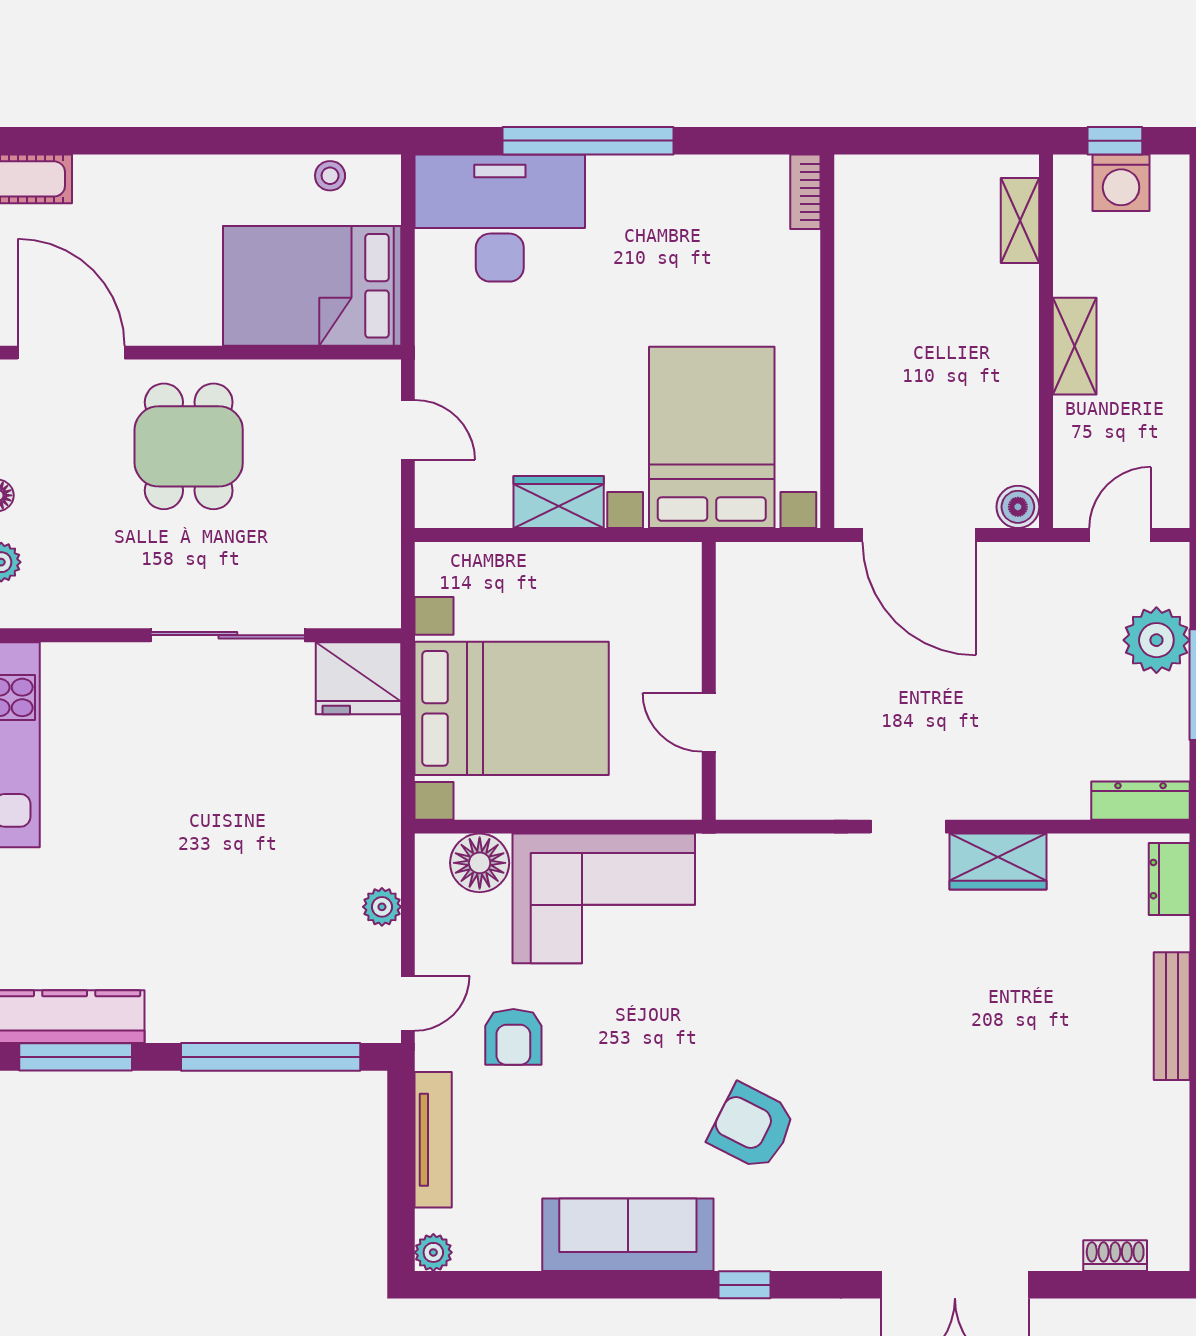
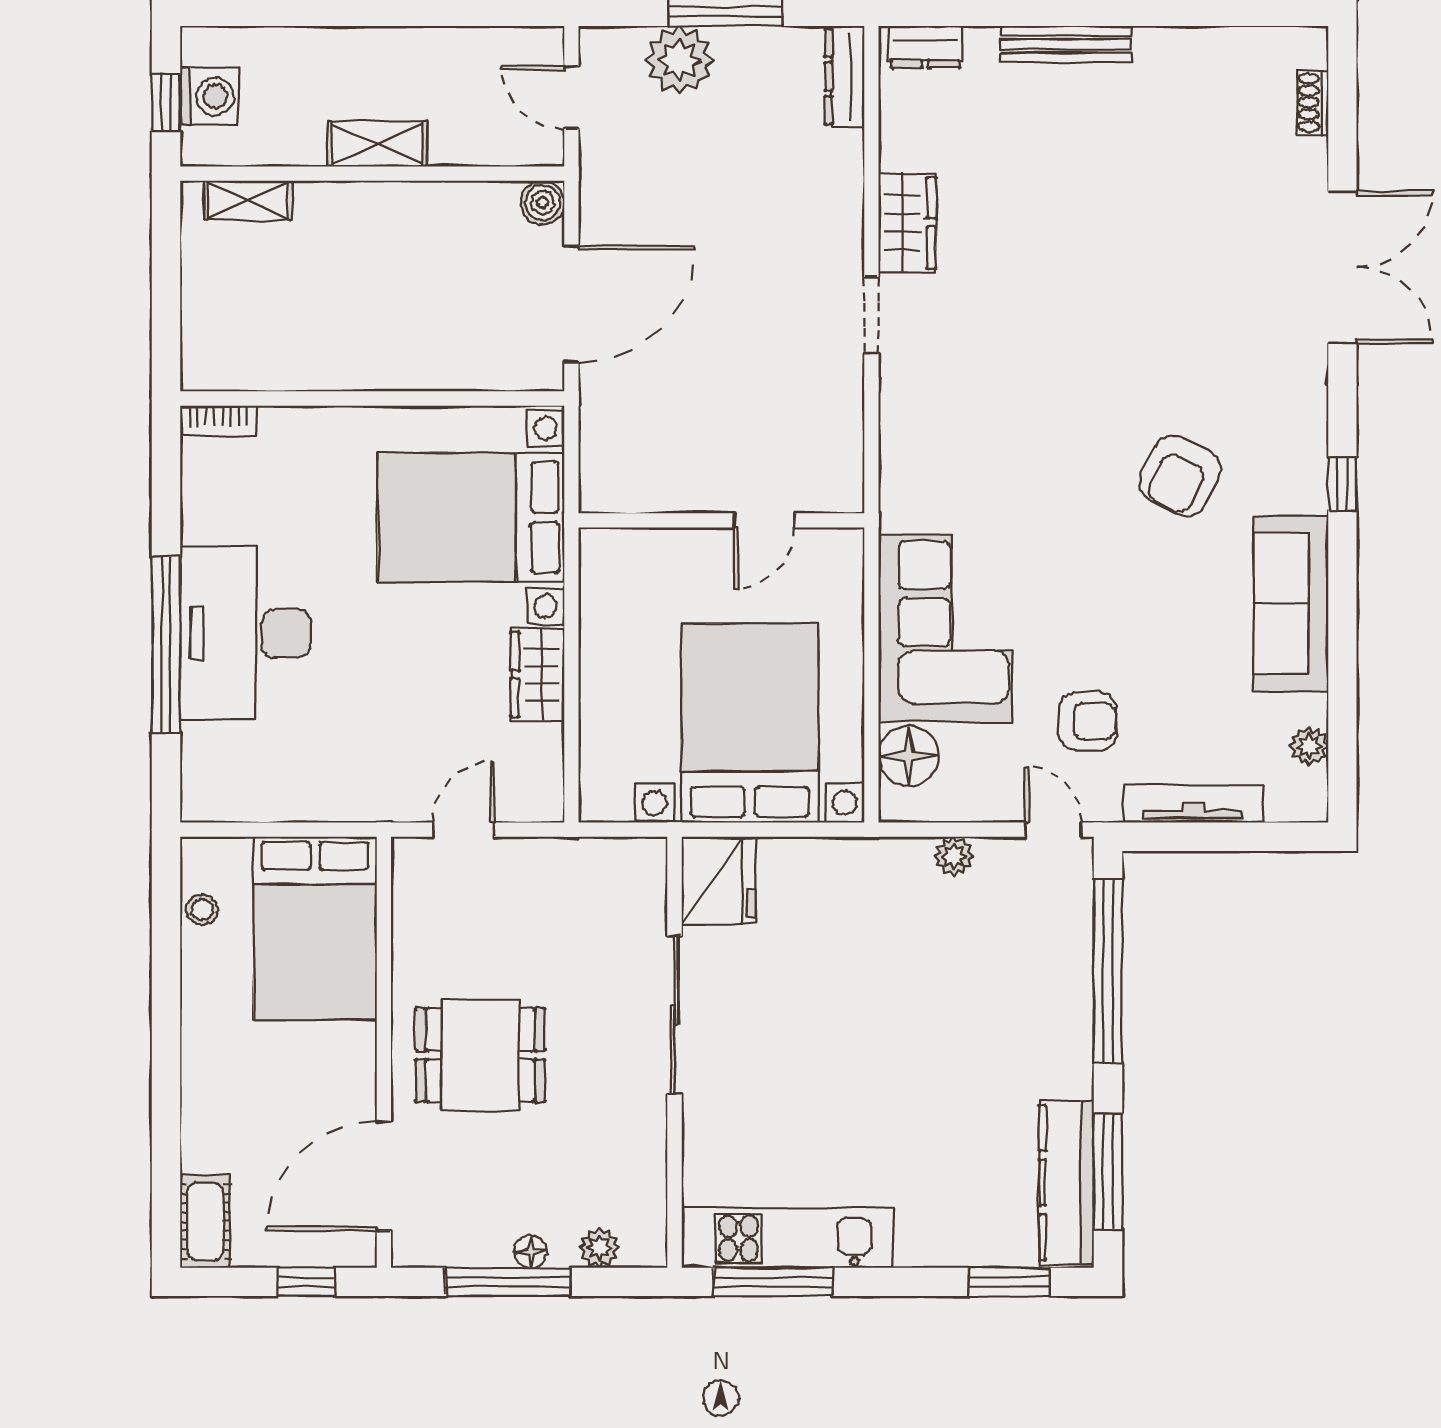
desk: (500, 218) -> (246, 633), moved
plant: (433, 1252) -> (1309, 746), moved

